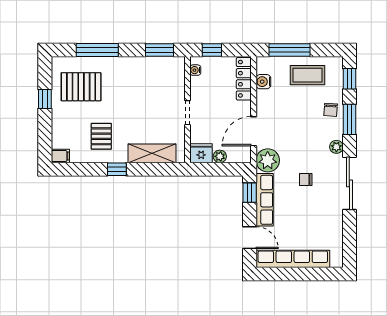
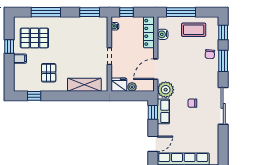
plant: (336, 147) -> (214, 80), removed
filing cabinet: (60, 156) -> (20, 59), moved
window: (117, 169) -> (34, 96), moved
row of seats: (265, 200) -> (163, 111), width x0.68
door: (250, 238) -> (153, 144), hinge flipped

